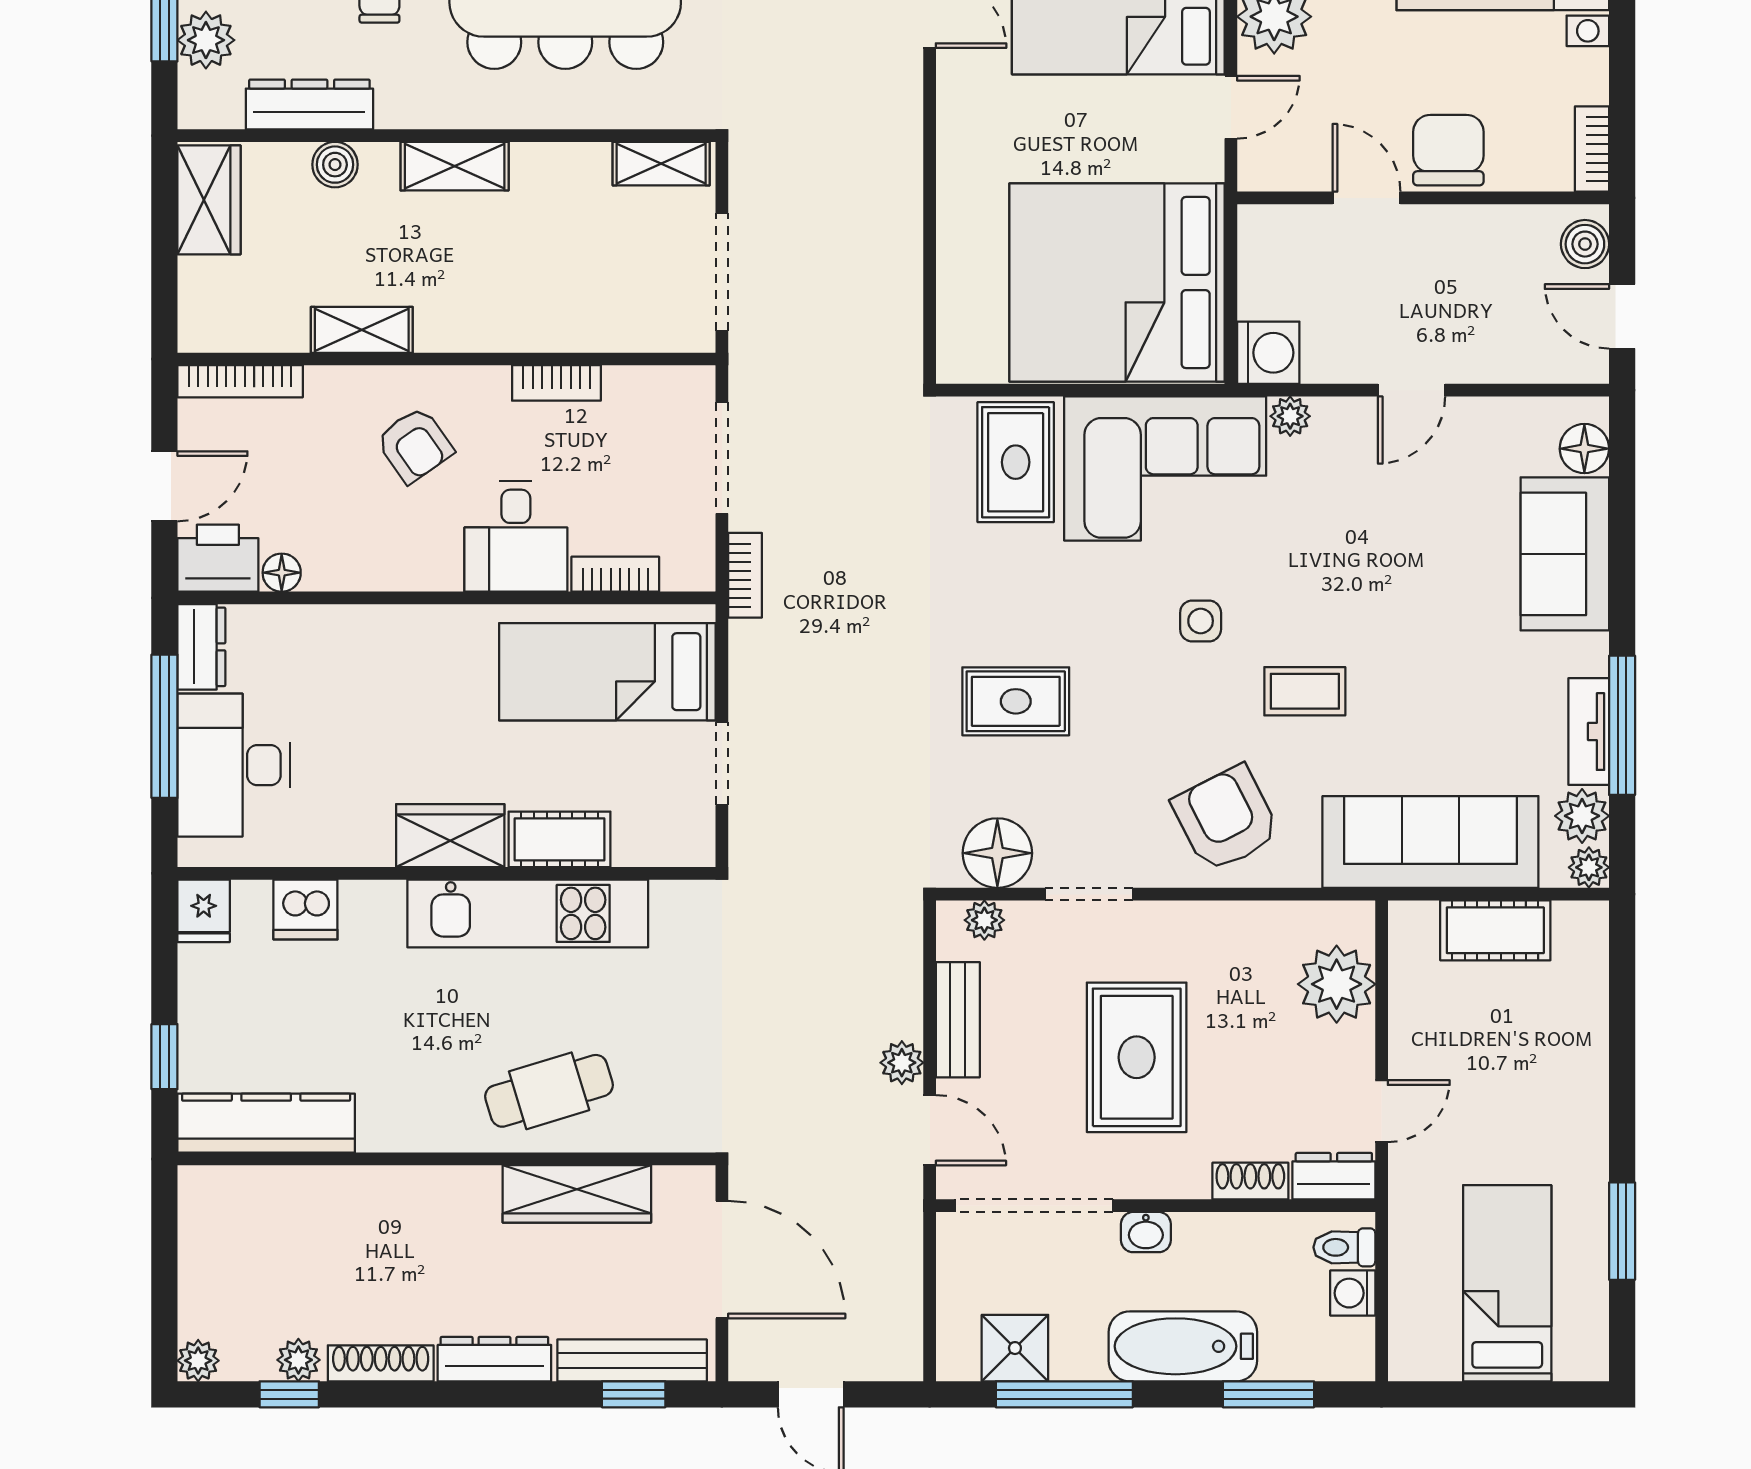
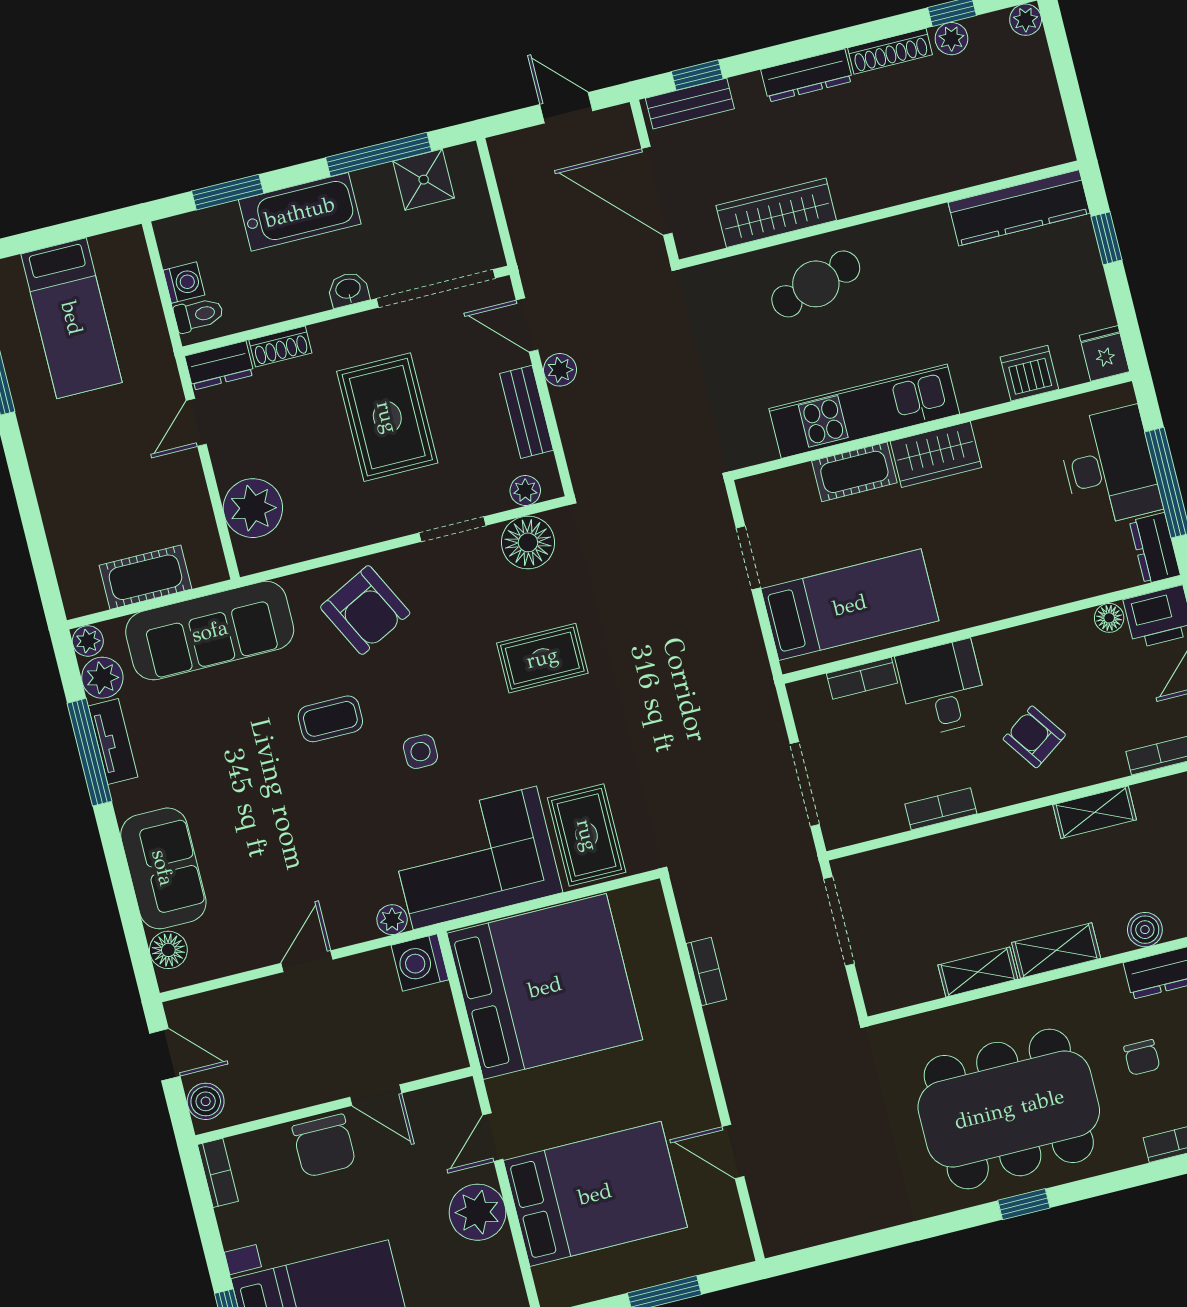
shelving: (661, 164) -> (978, 972), moved
bookcase: (745, 575) -> (706, 971), moved, turned 180
bench: (632, 1360) -> (690, 104), width x0.73

